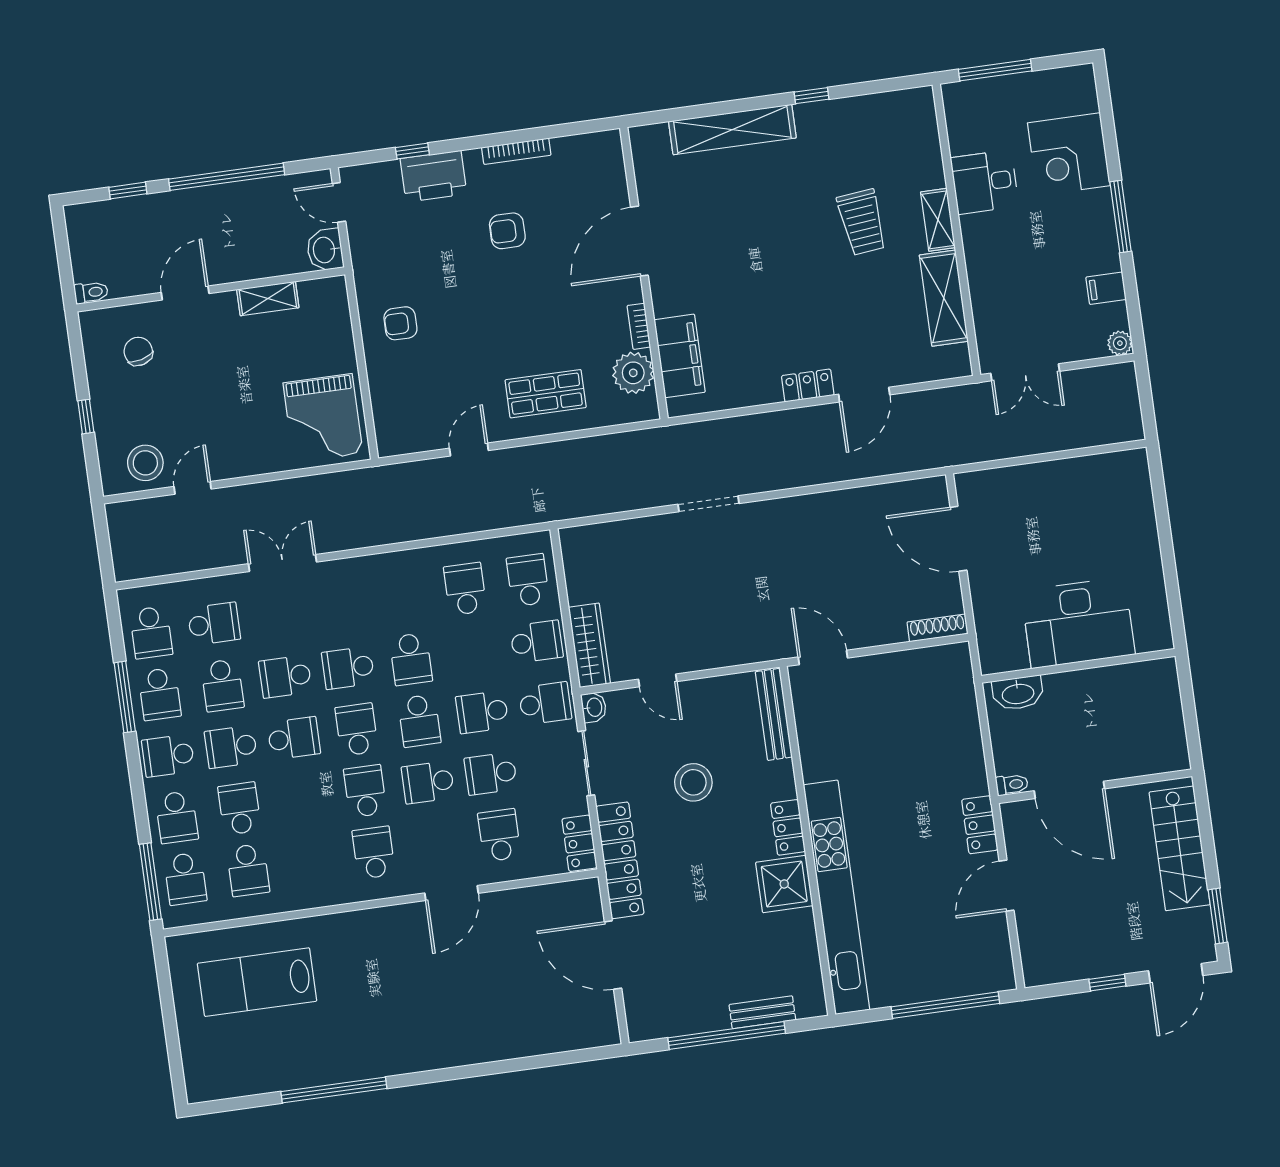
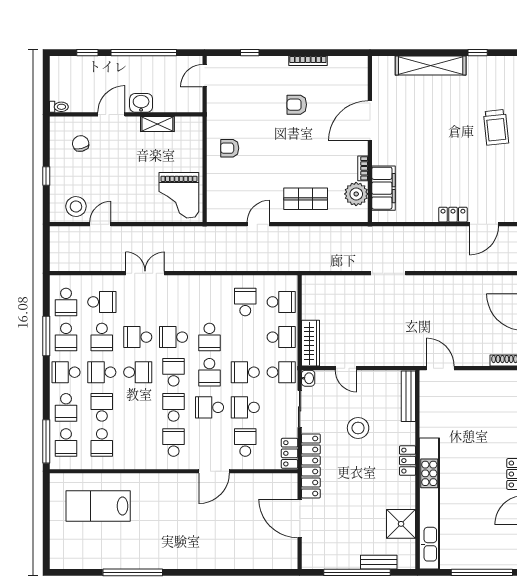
printer: (434, 176) -> (260, 68), removed
door: (339, 202) -> (205, 76), hinge flipped
washbasin: (325, 250) -> (141, 103), moved, turned 90
school desk: (528, 580) -> (281, 302), turned 90
shower: (784, 884) -> (401, 524), moved

